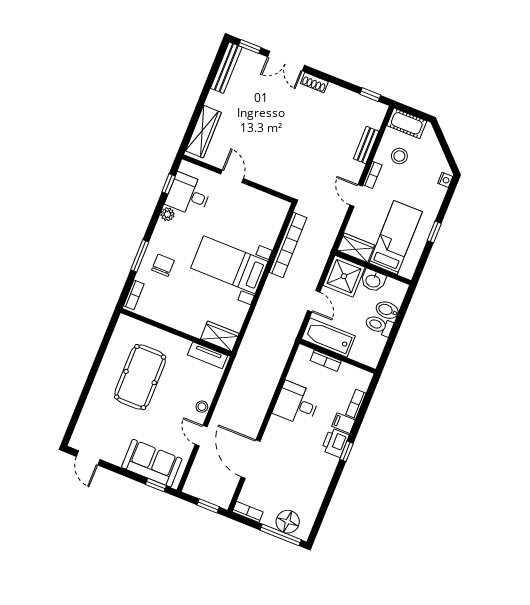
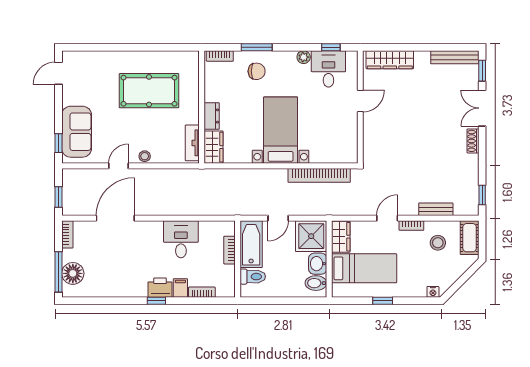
bidet: (387, 310) -> (316, 283), moved, turned -90
toilet: (379, 325) -> (253, 277), moved, turned 90
dresser: (189, 326) -> (212, 116), added

